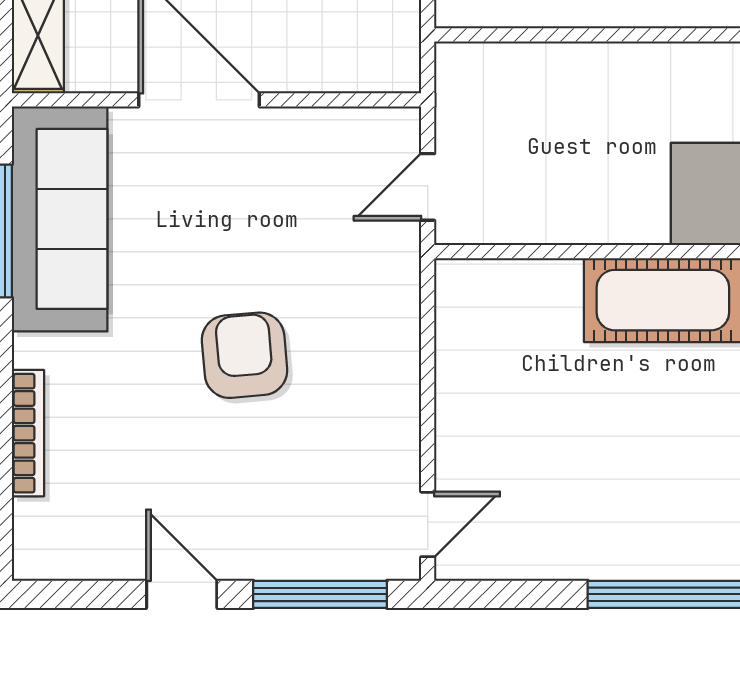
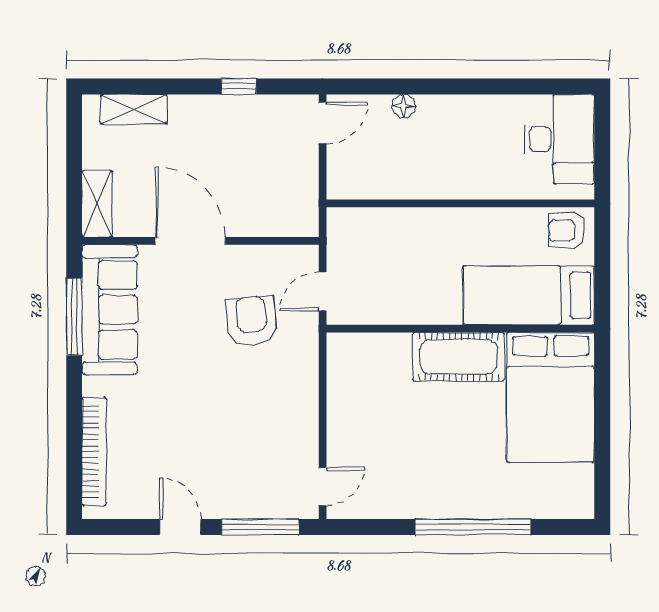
armchair: (245, 355) -> (252, 321), moved
bookcase: (28, 433) -> (94, 451), width x1.48, depth x1.31

